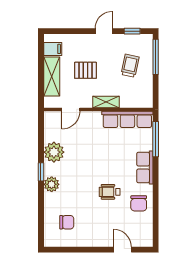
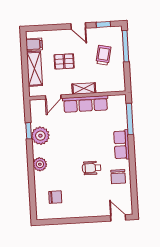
door: (104, 31) -> (78, 26), swing flipped
row of seats: (127, 119) -> (85, 104), moved
window: (41, 172) -> (29, 131), moved
door: (123, 250) -> (118, 218), moved

